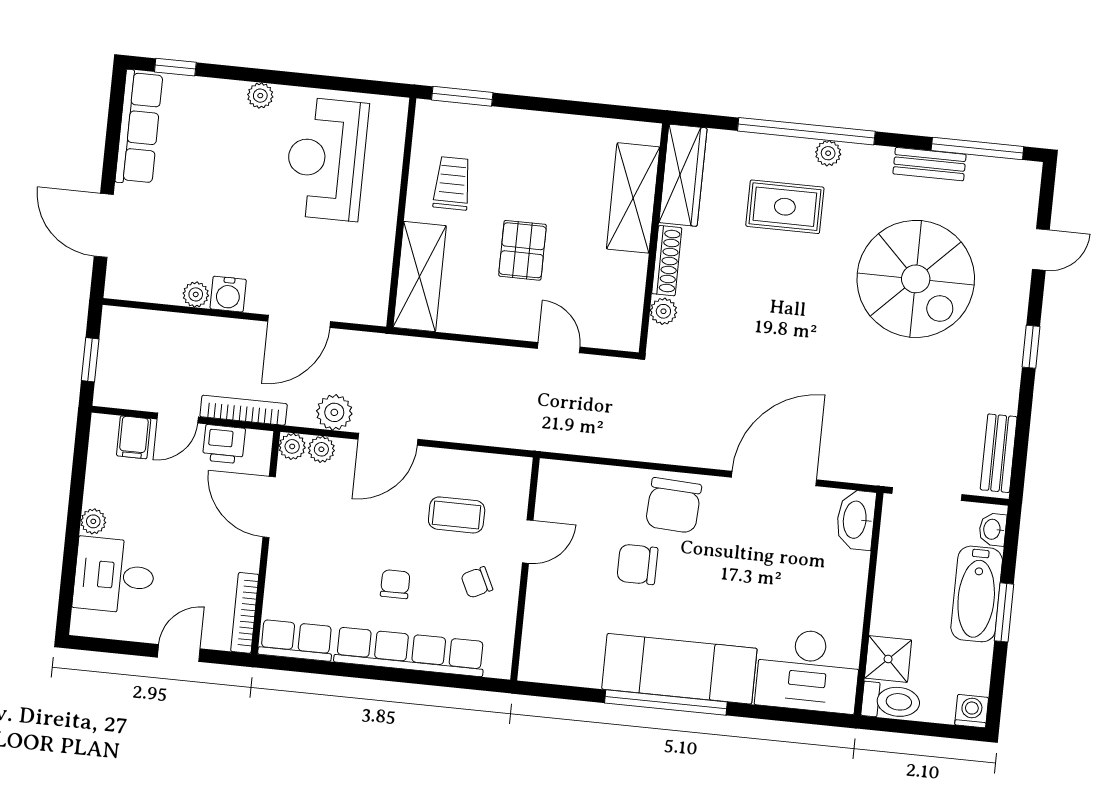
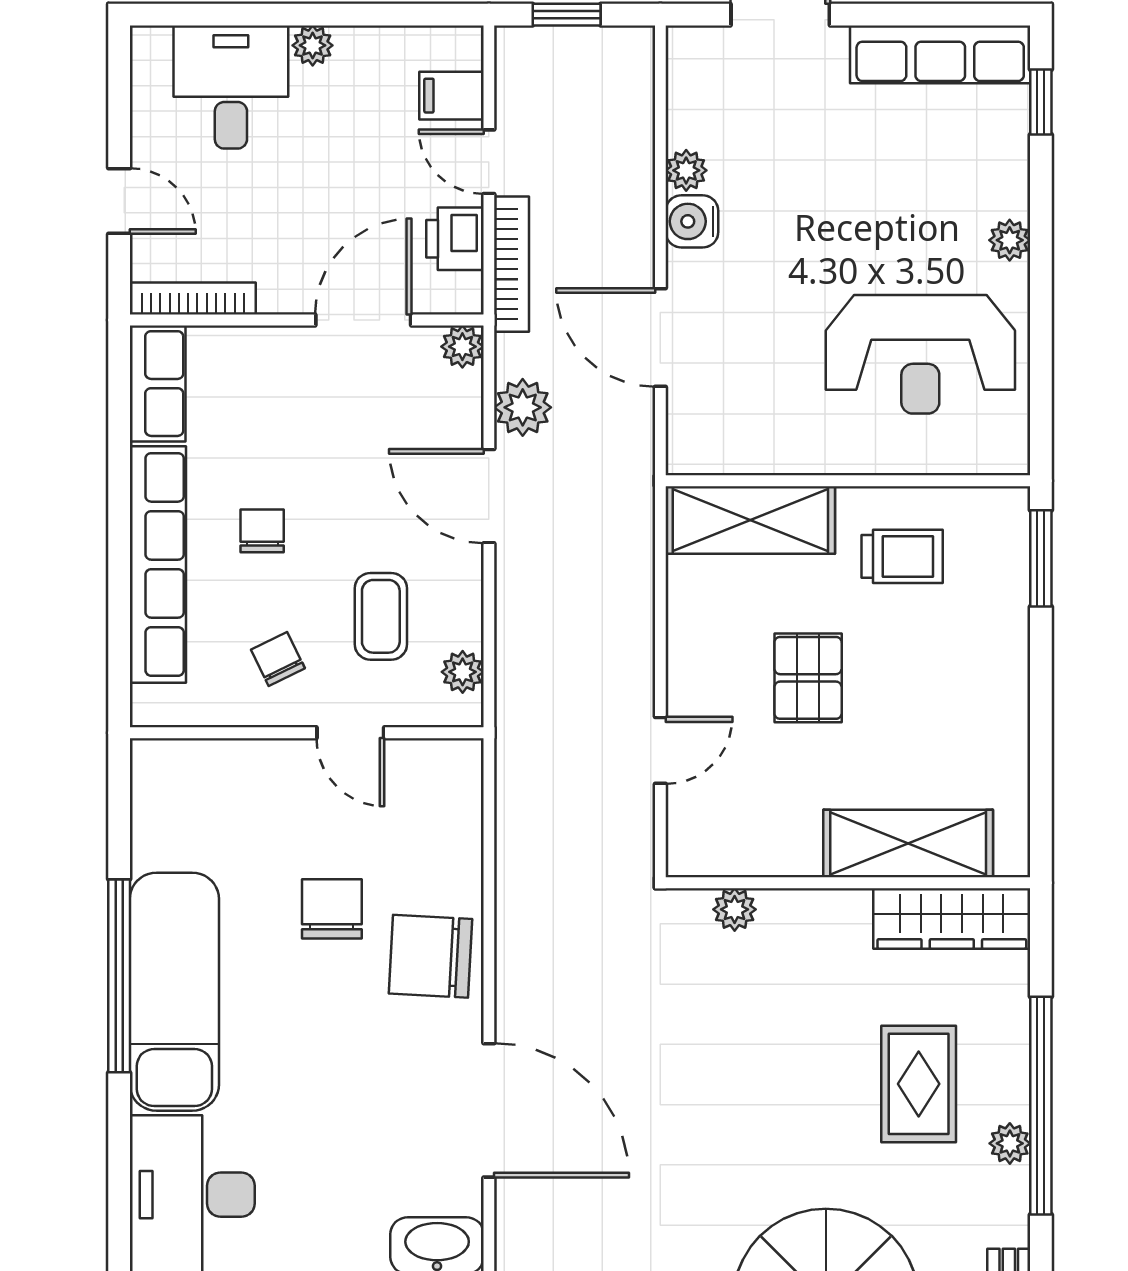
reception desk: (326, 159) -> (920, 354), turned 180
pallet: (523, 250) -> (808, 678), turned 90
shoe rack: (667, 261) -> (815, 907), removed
plant: (321, 449) -> (463, 672), moved
chair: (395, 584) -> (262, 531), turned -90

